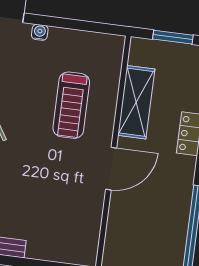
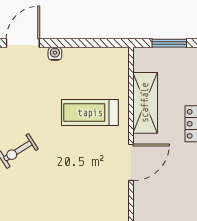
treadmill: (71, 105) -> (90, 113), turned 90

